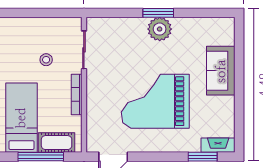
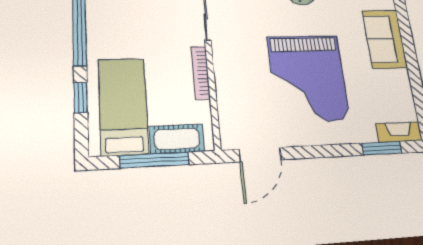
stool: (46, 60) -> (155, 29), removed
grand piano: (155, 101) -> (308, 78), turned -90

